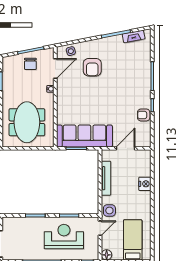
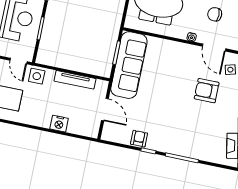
chair: (30, 64) -> (215, 14), moved

